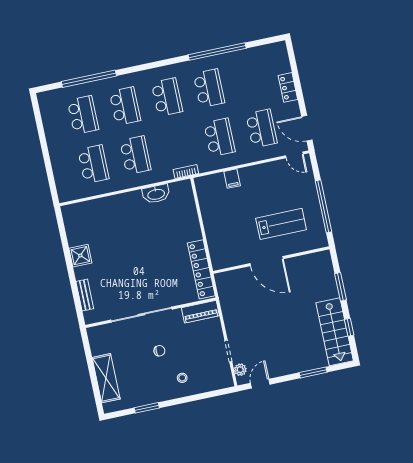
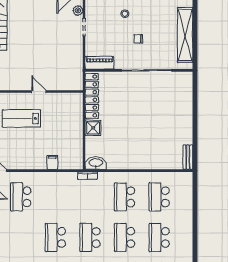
school desk: (219, 137) -> (55, 197), removed
washbasin: (156, 194) -> (96, 163), moved
shower: (80, 256) -> (93, 128), moved
door: (267, 261) -> (39, 92), width x0.53
bench: (85, 295) -> (188, 157), moved
shelving: (106, 378) -> (185, 35), width x1.47

